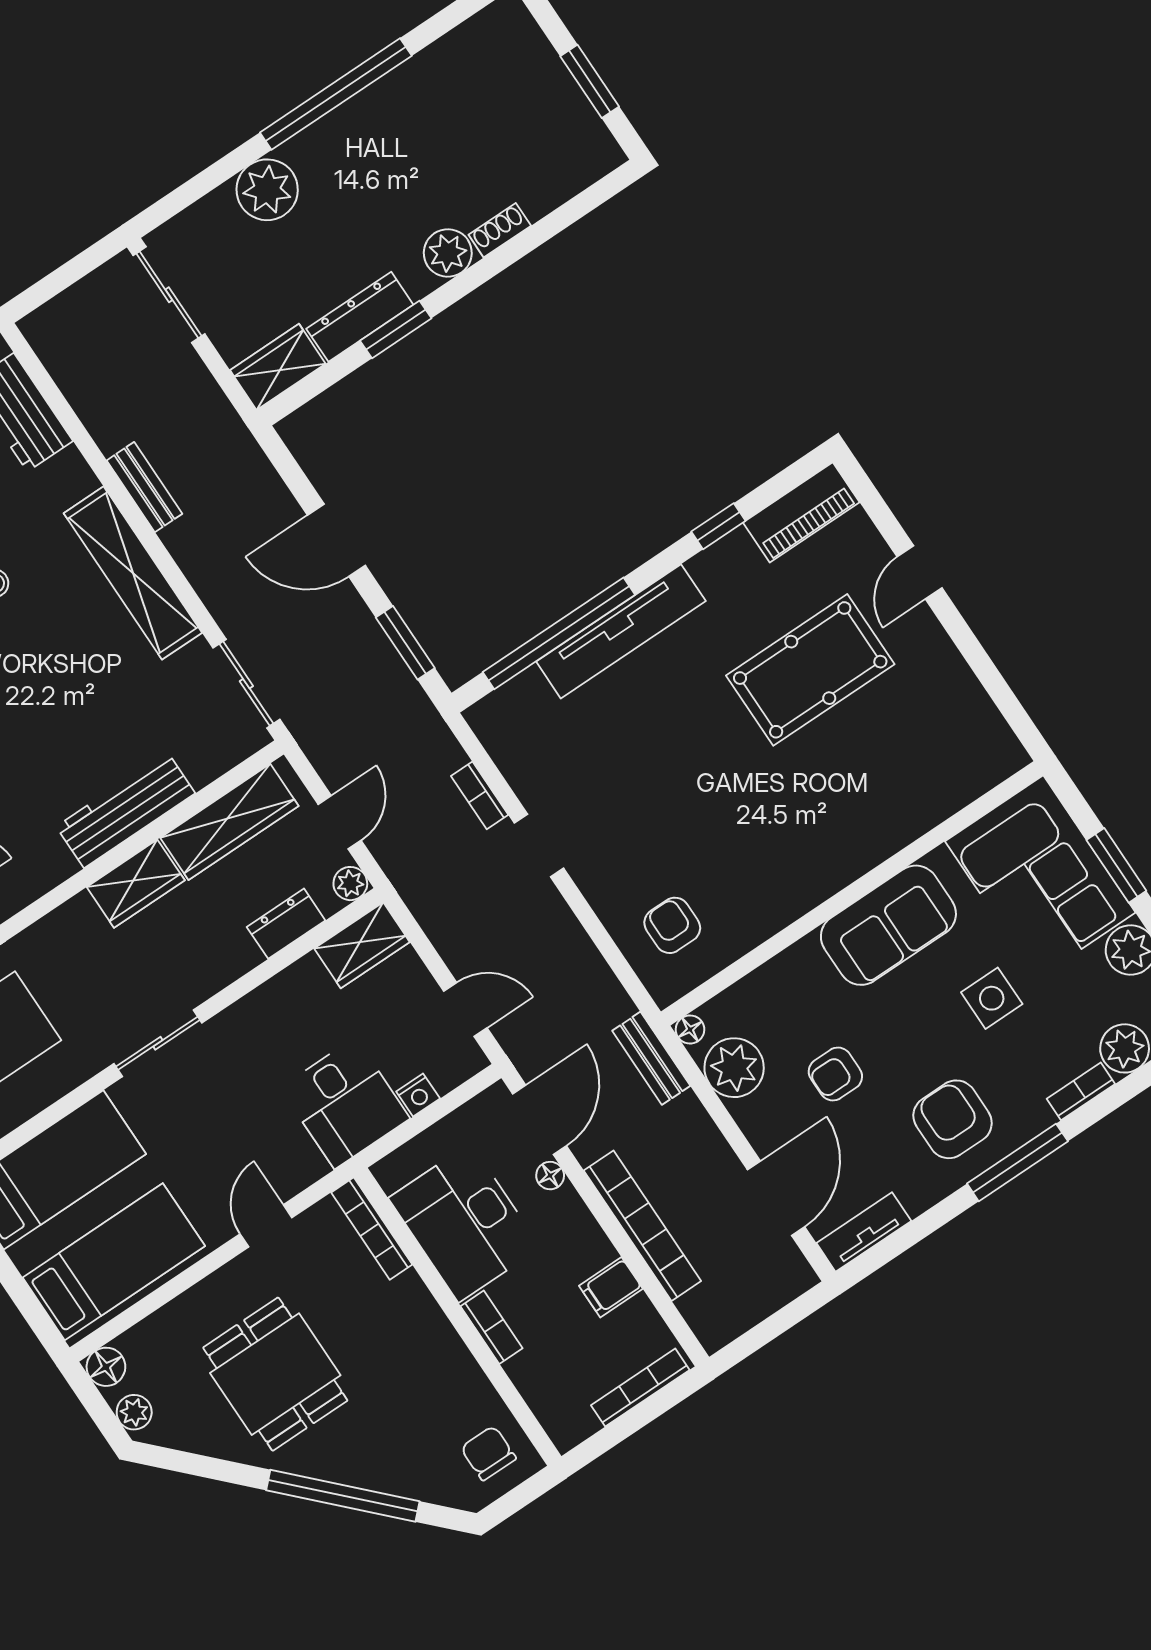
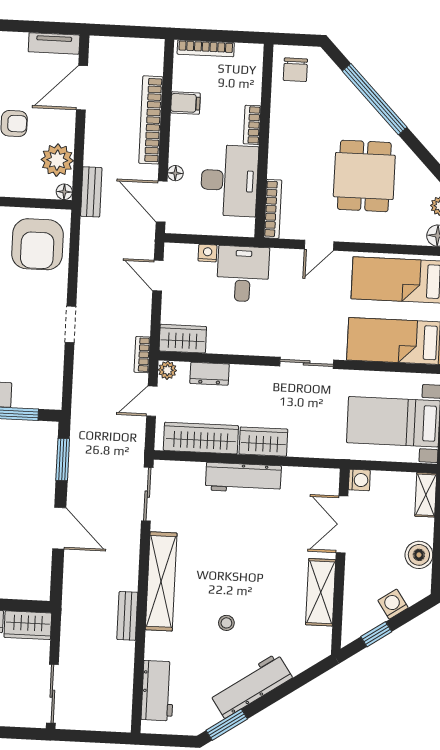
bookcase: (480, 795) -> (142, 355), moved, turned 180
armchair: (672, 925) -> (37, 244), width x1.88, depth x1.88
door: (539, 1120) -> (162, 202), hinge flipped

